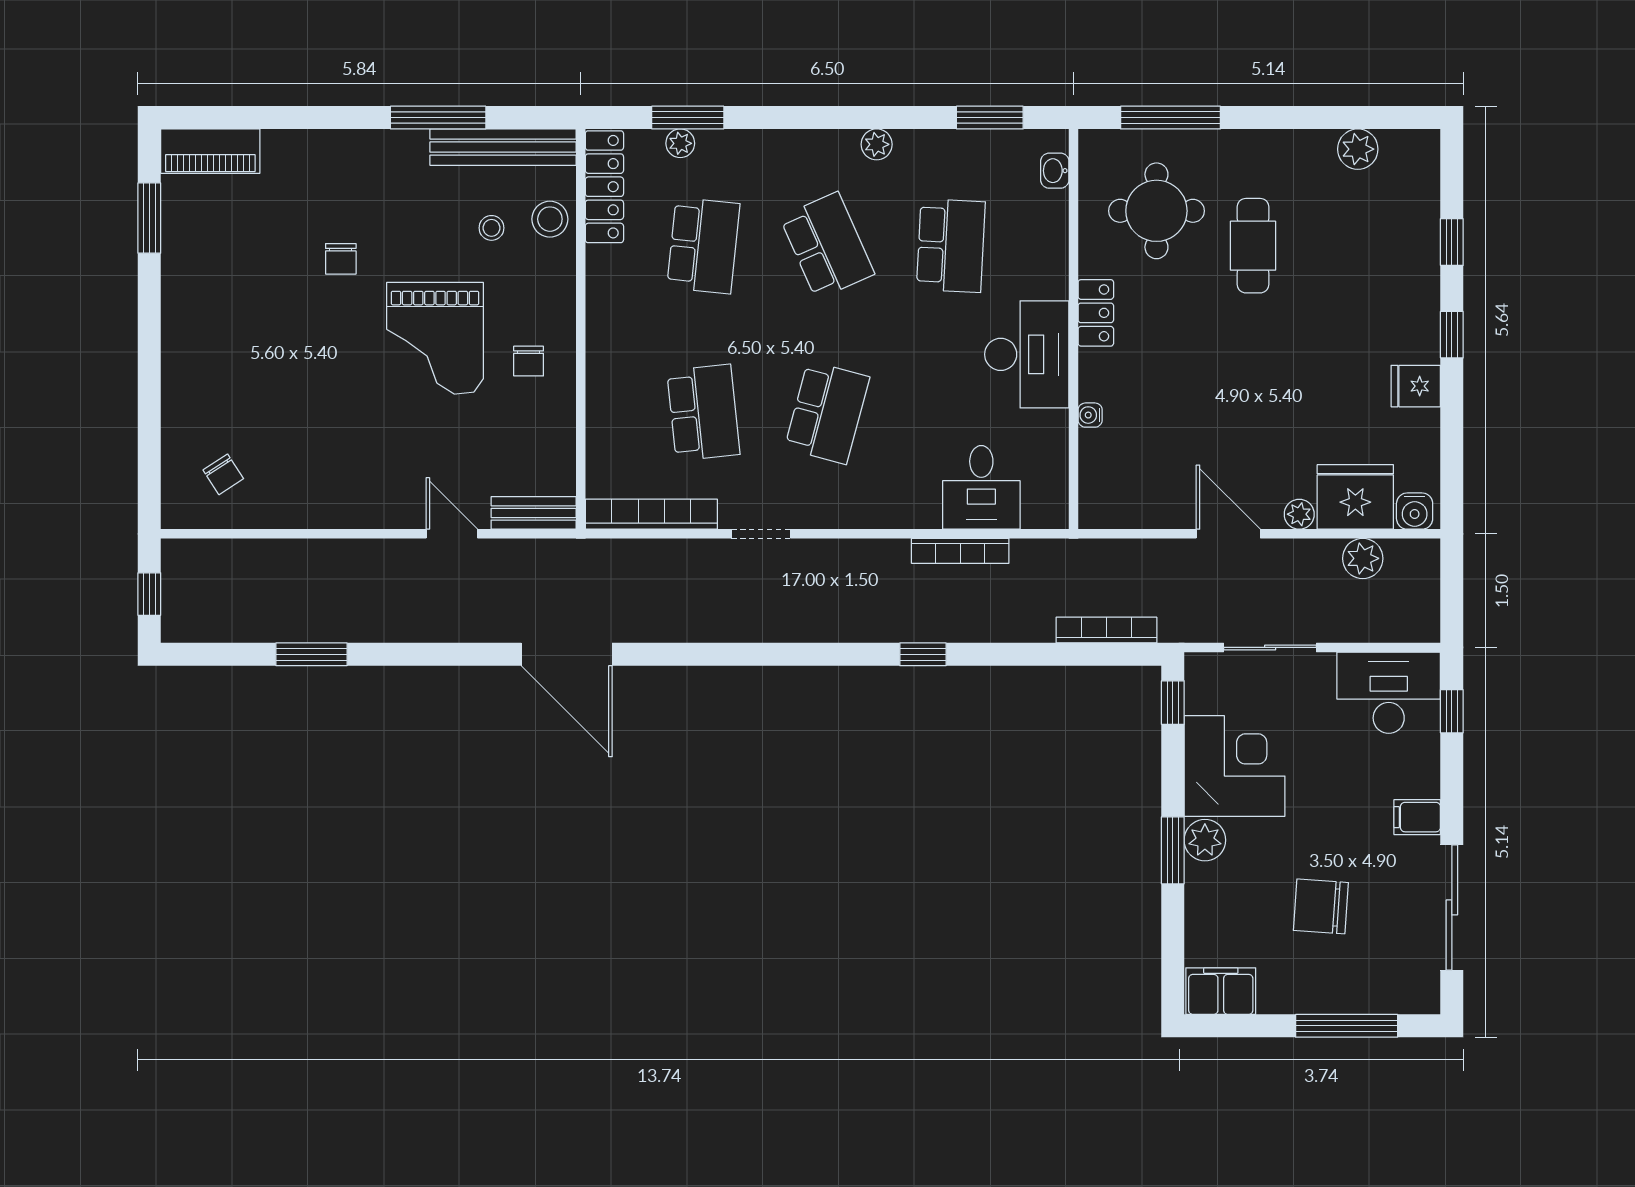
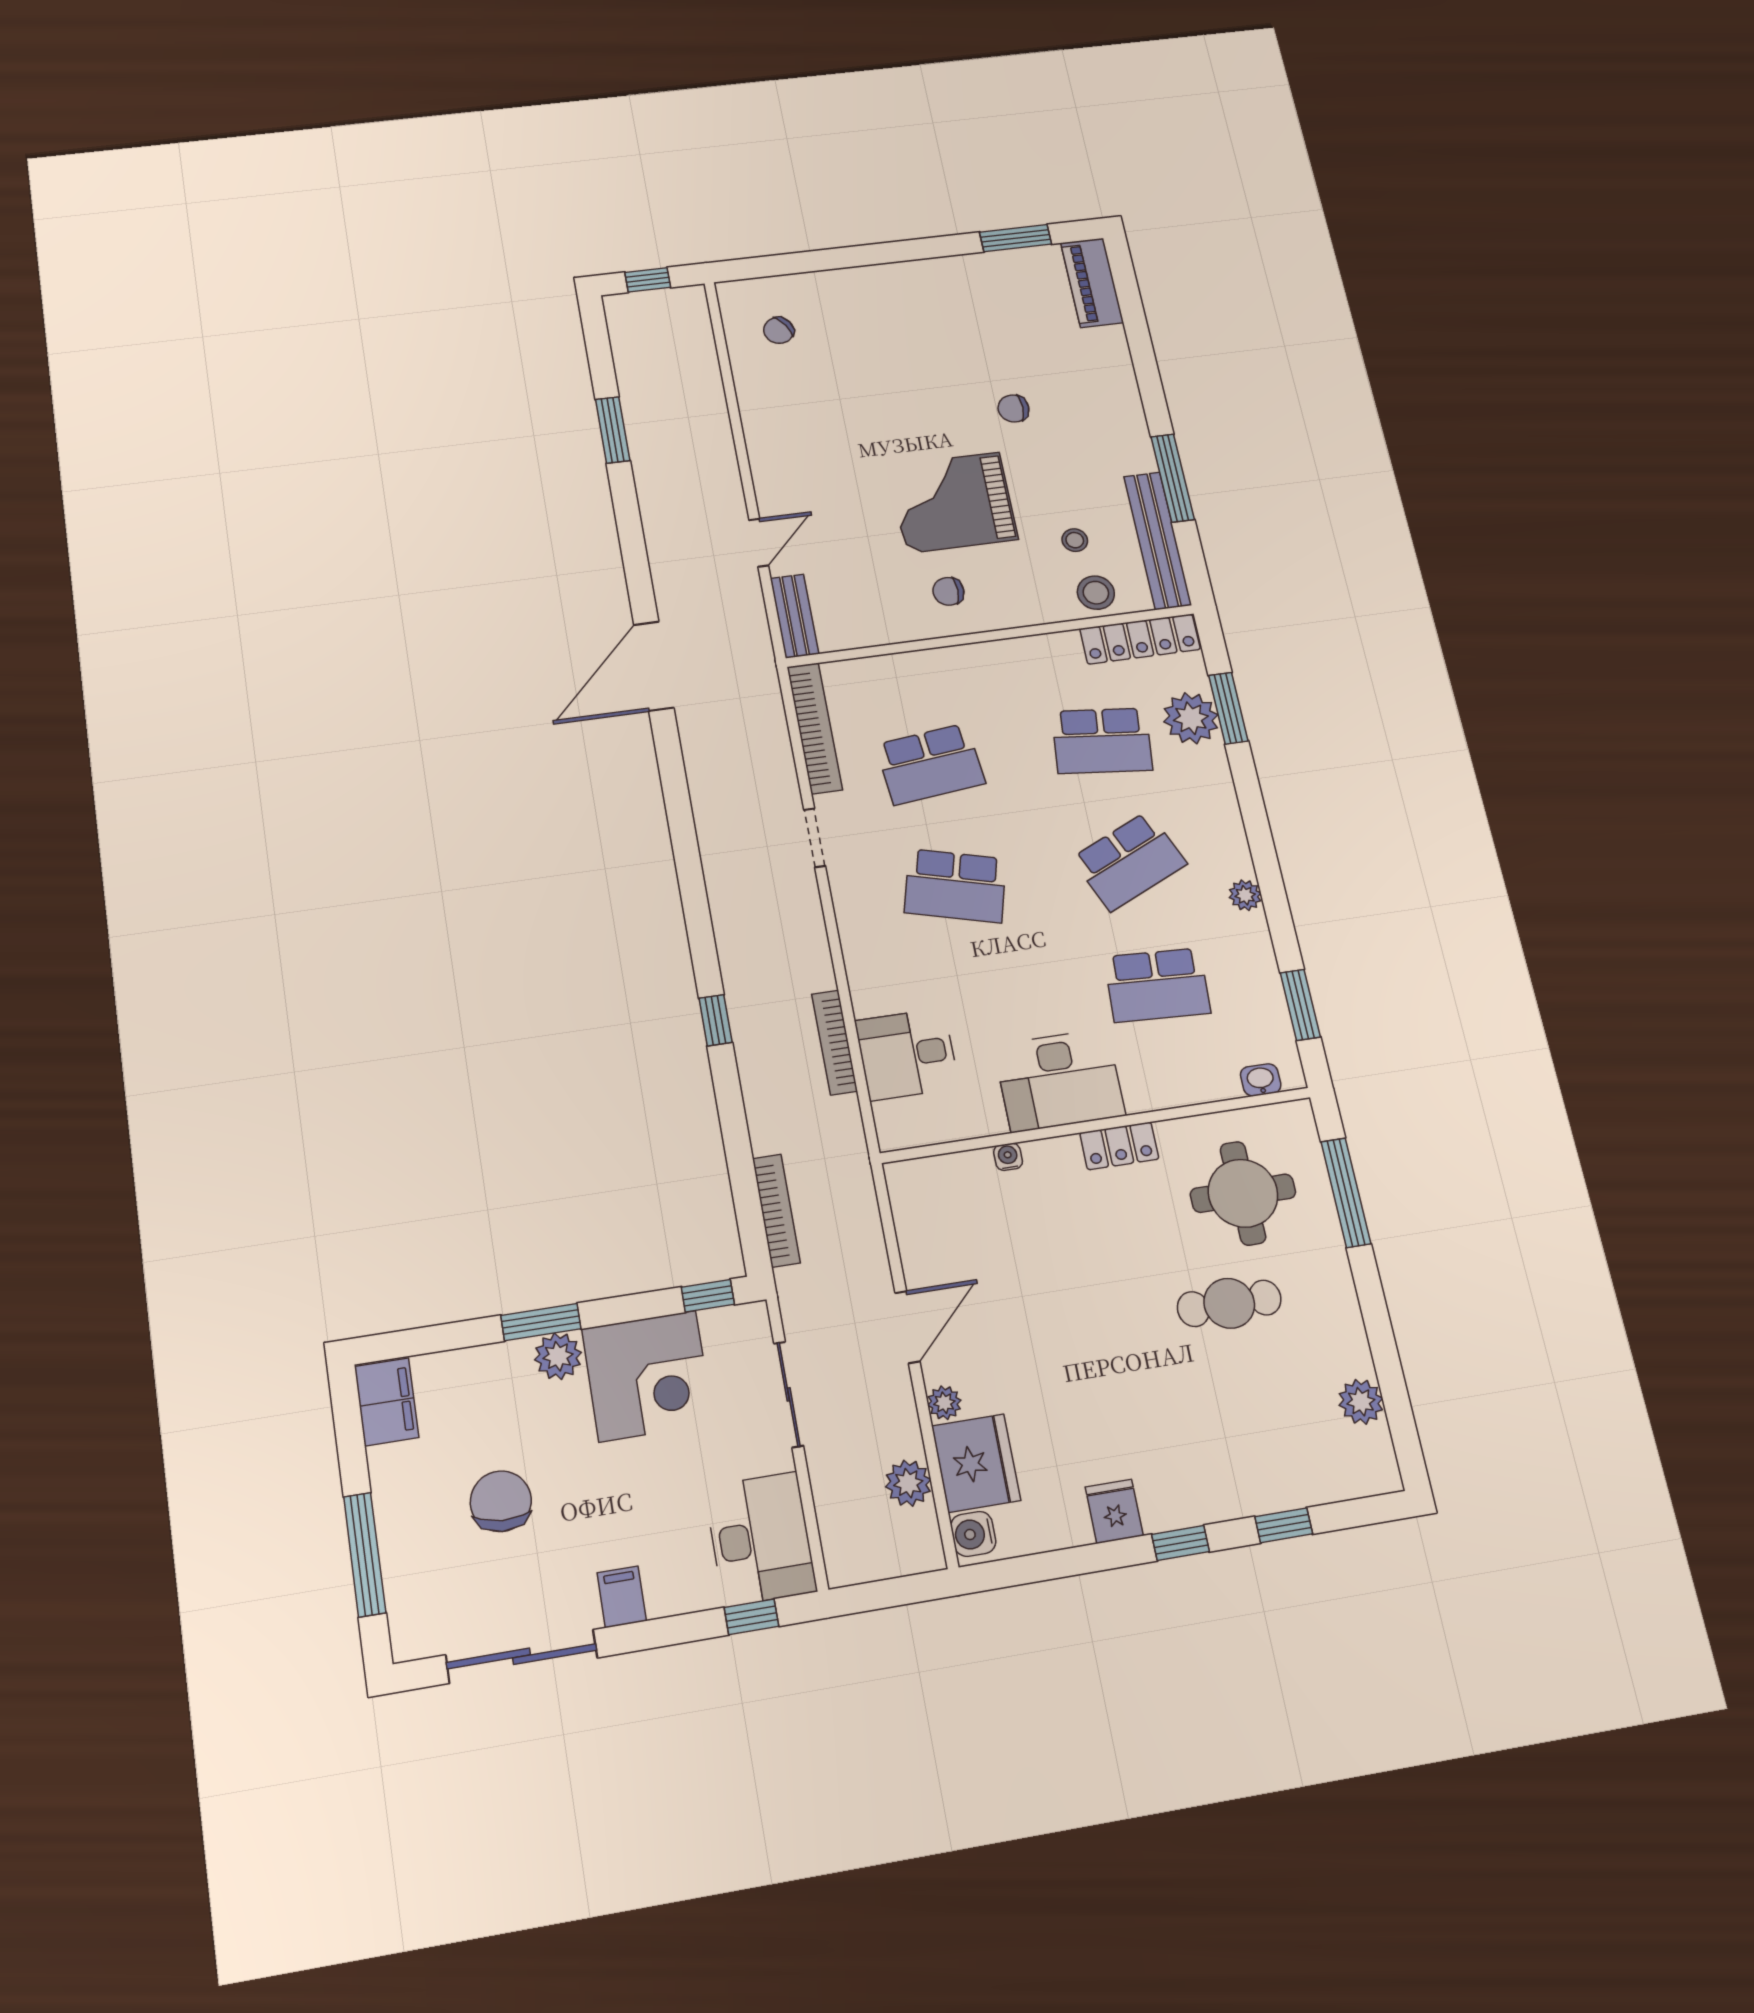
plant: (680, 143) -> (1191, 718), width x1.88, depth x1.88

